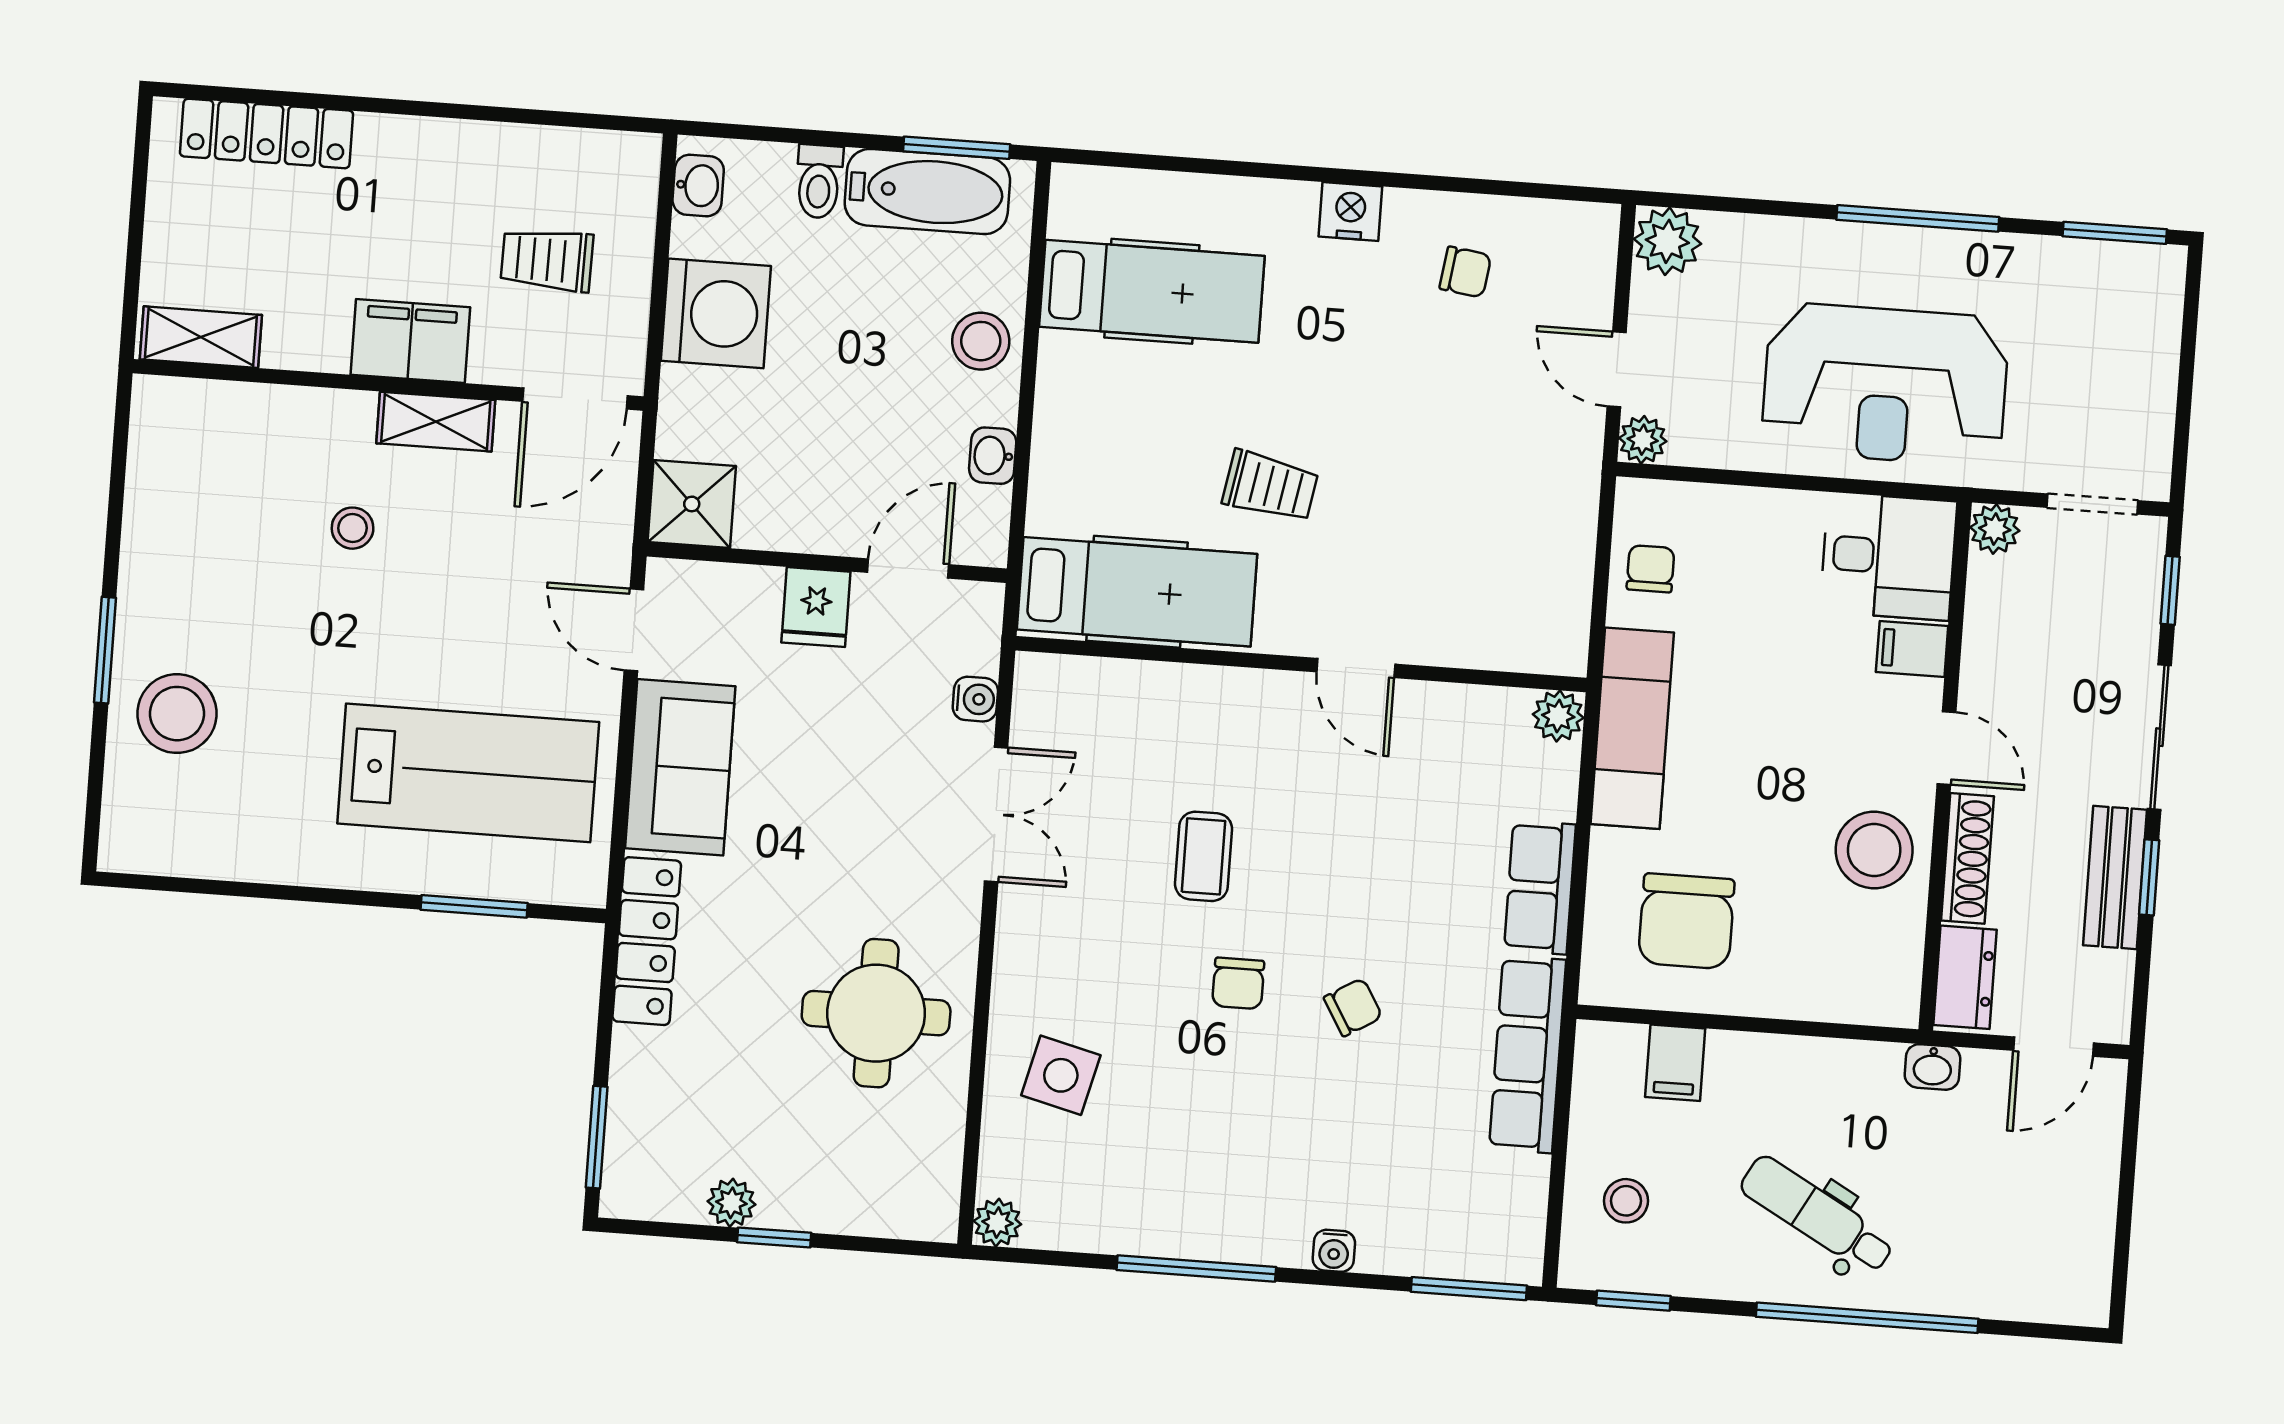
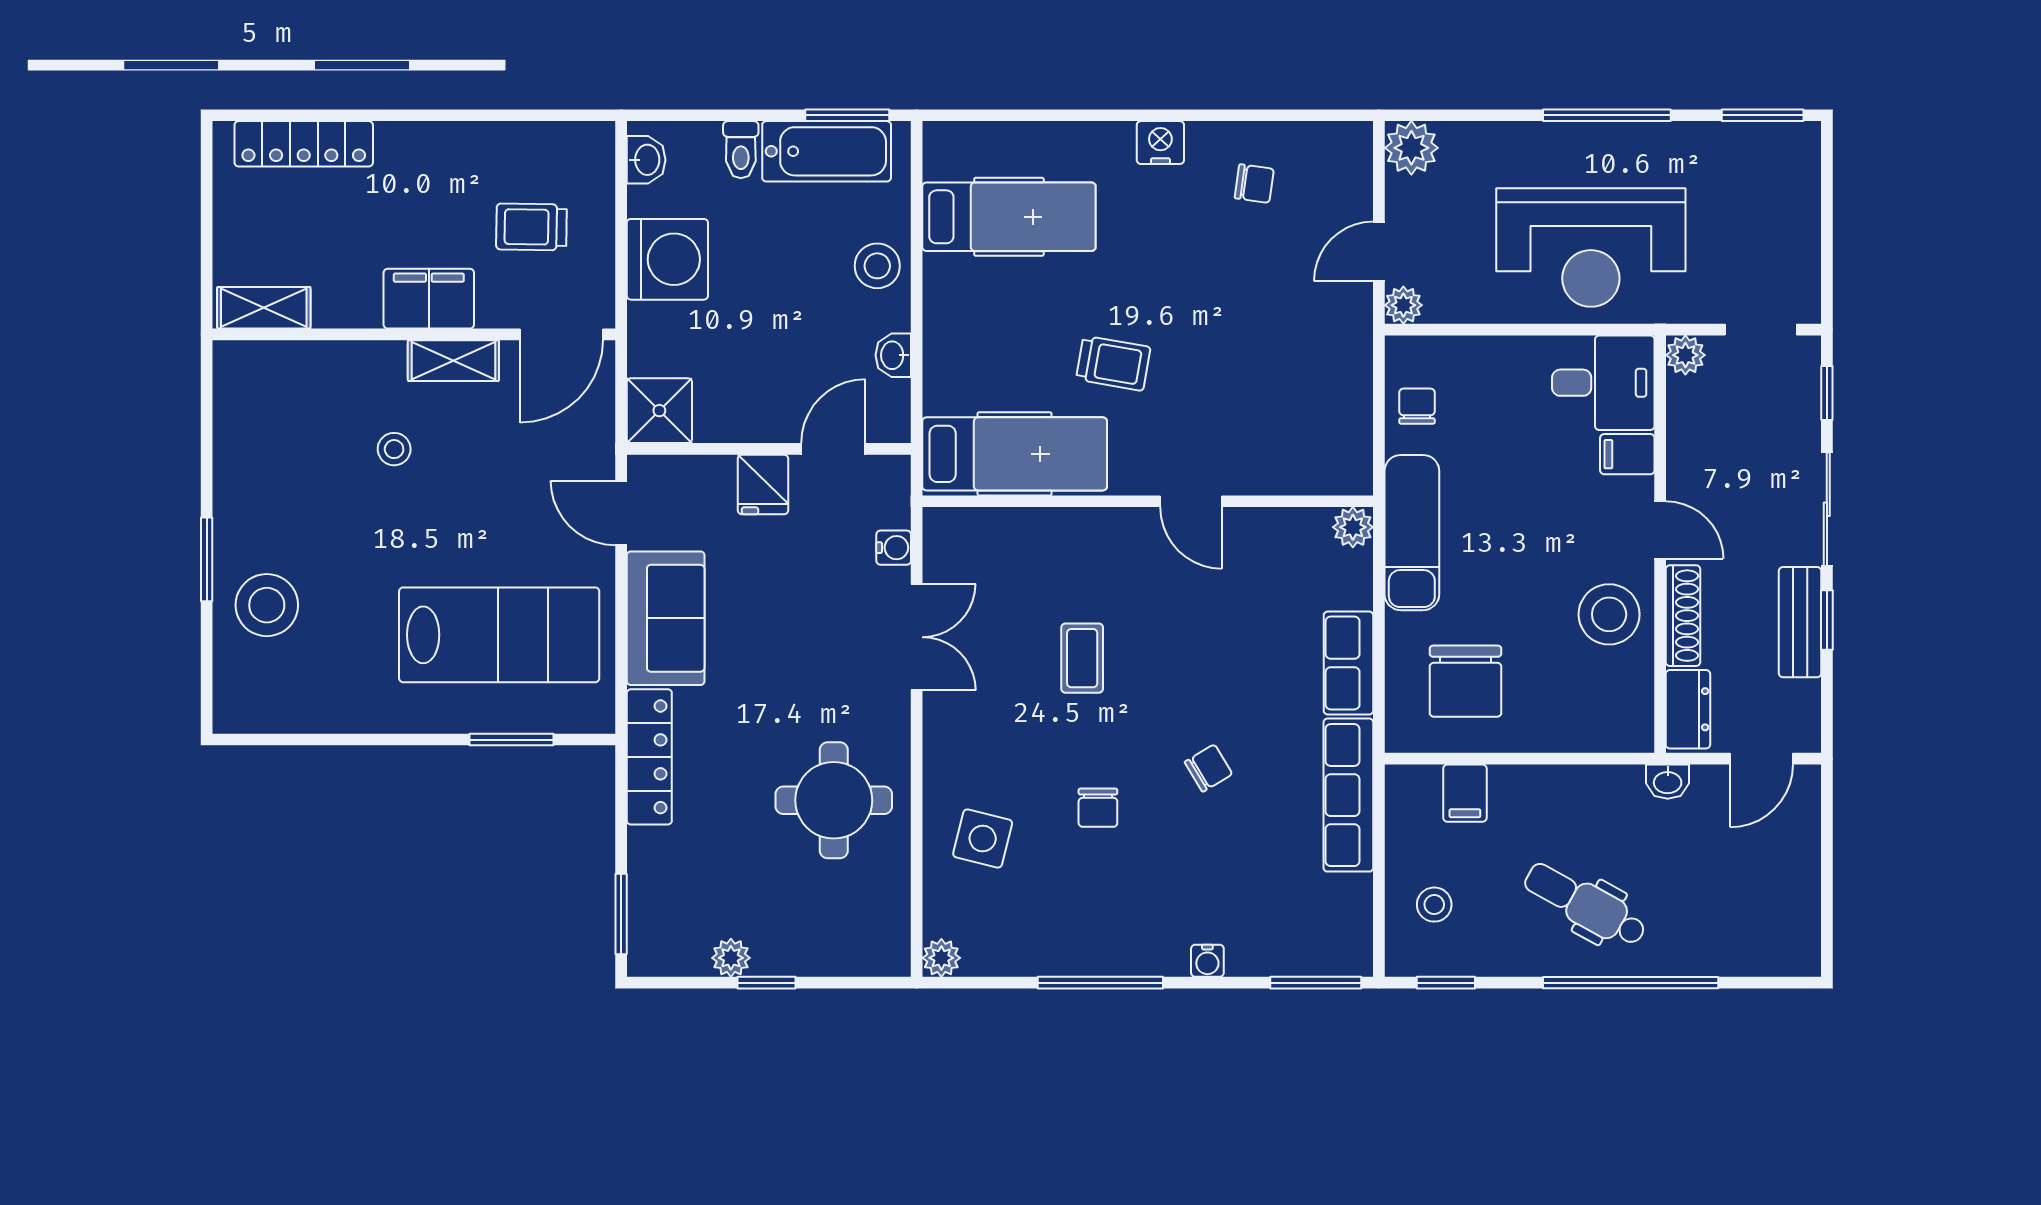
door: (1617, 369) -> (1379, 251), hinge flipped
chair: (1238, 983) -> (1098, 808), moved

